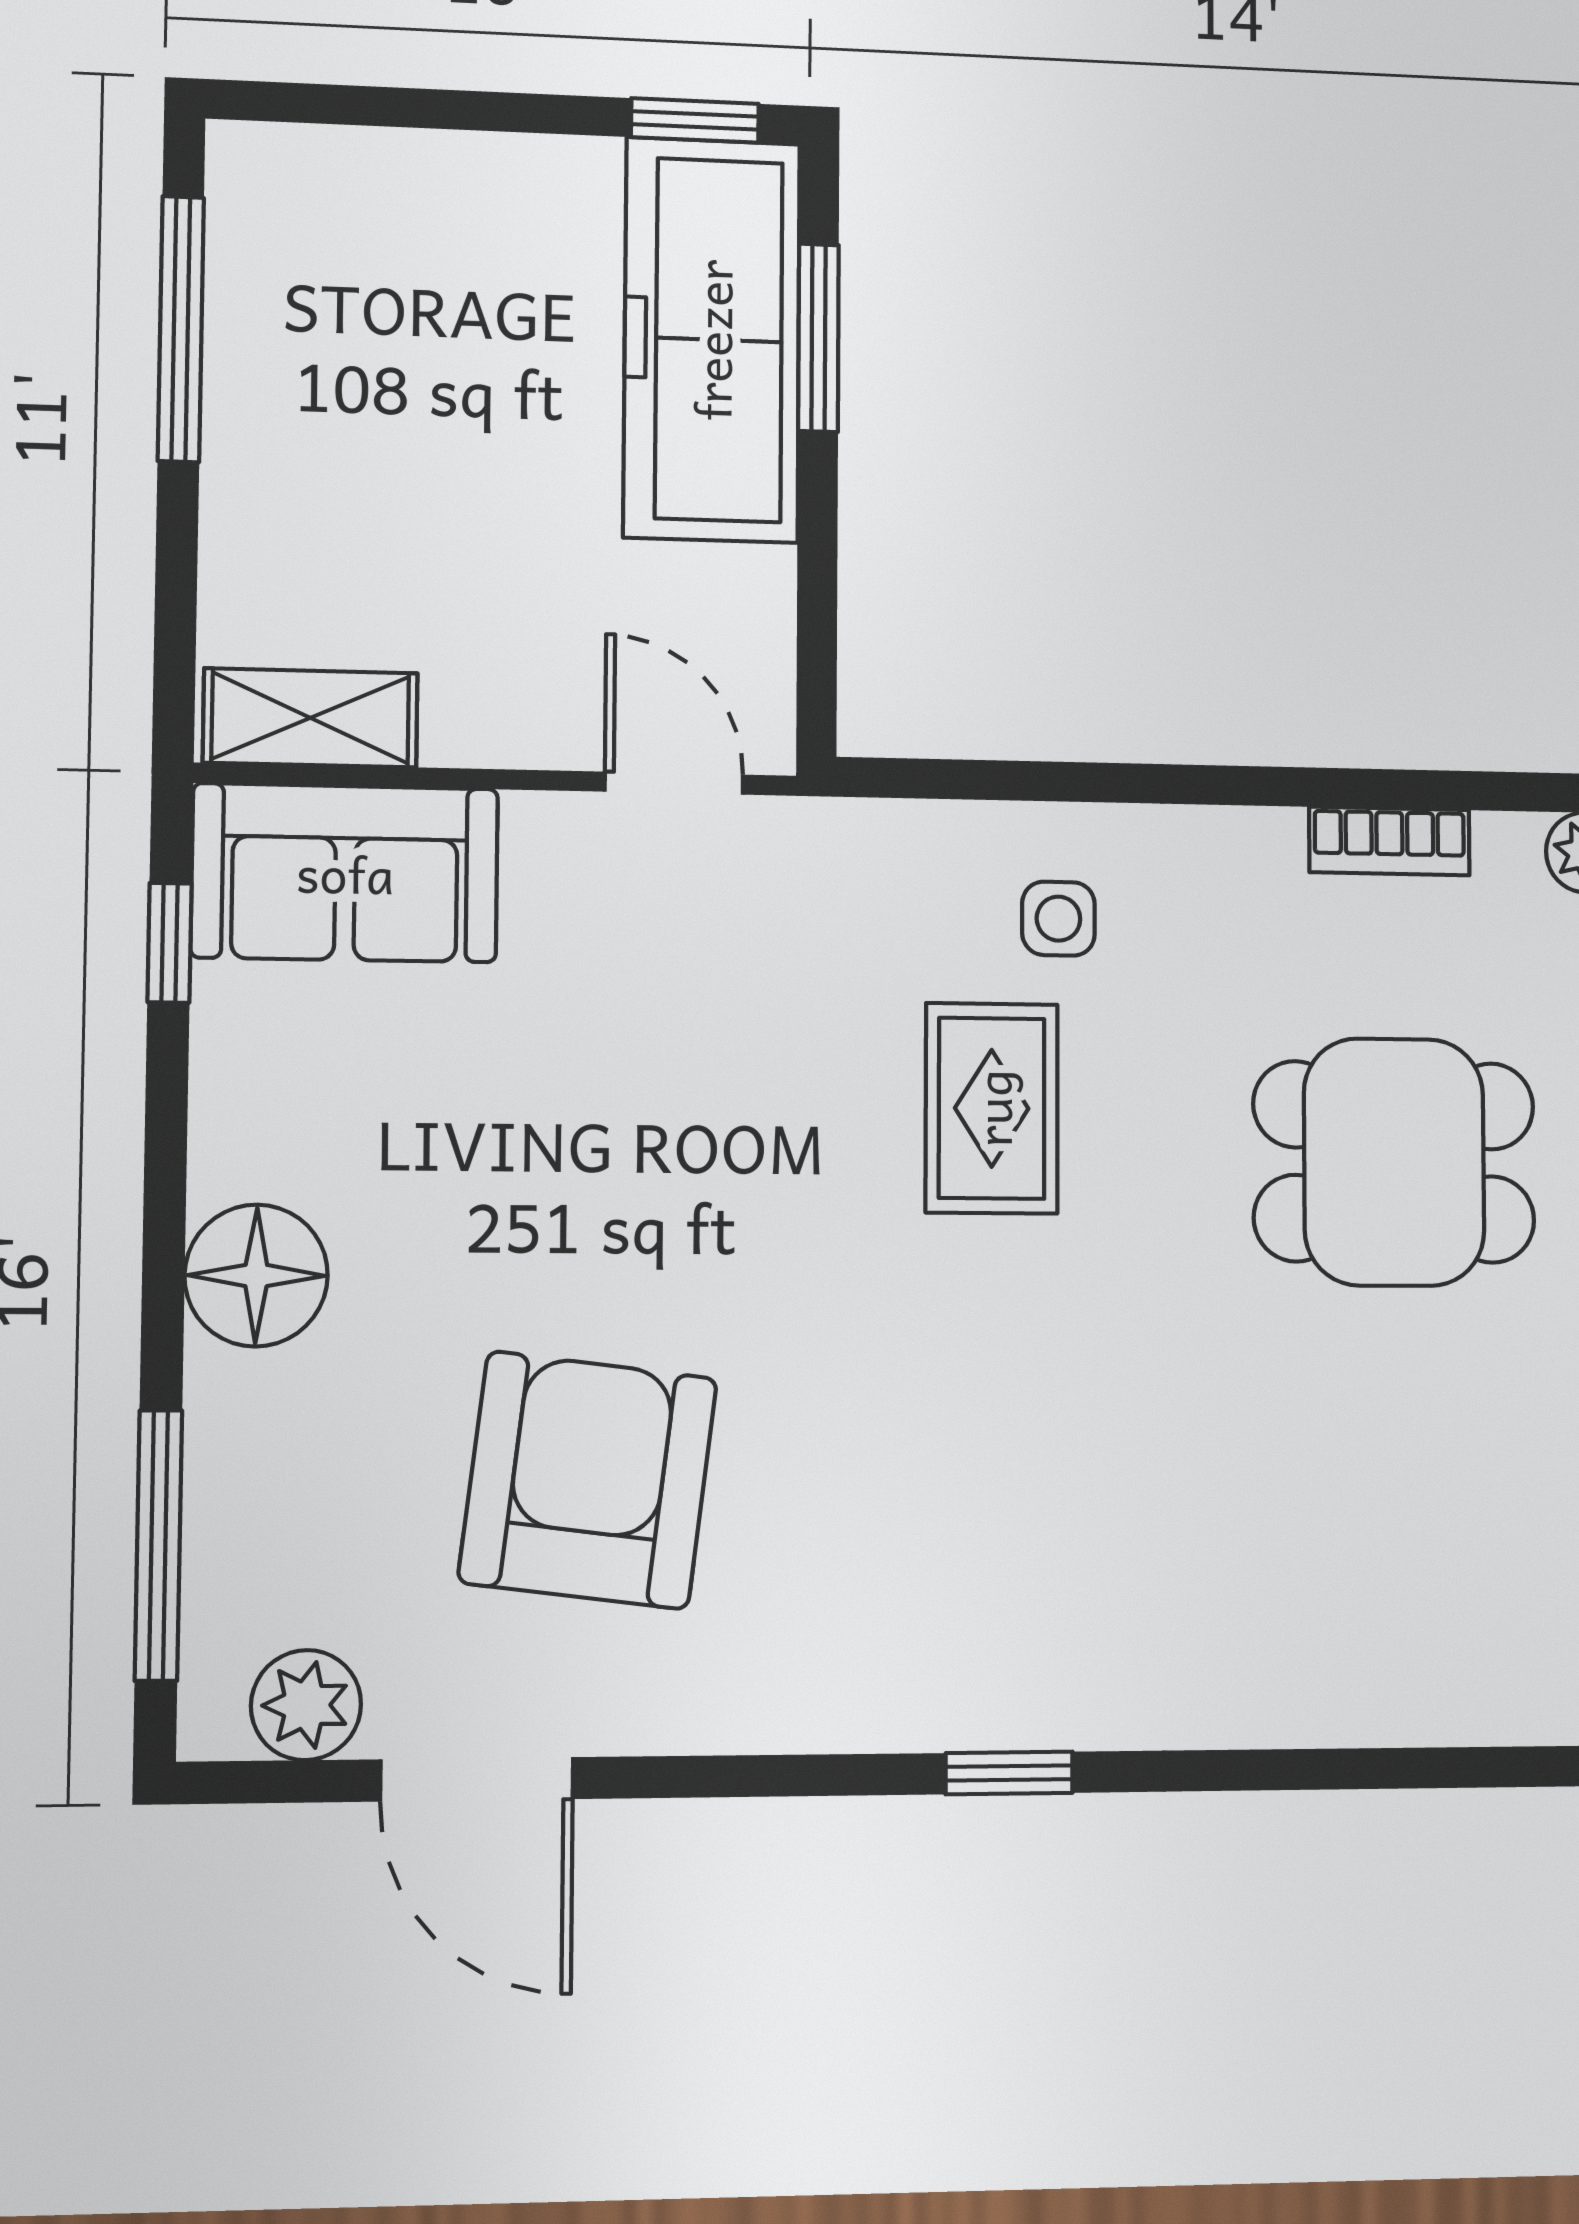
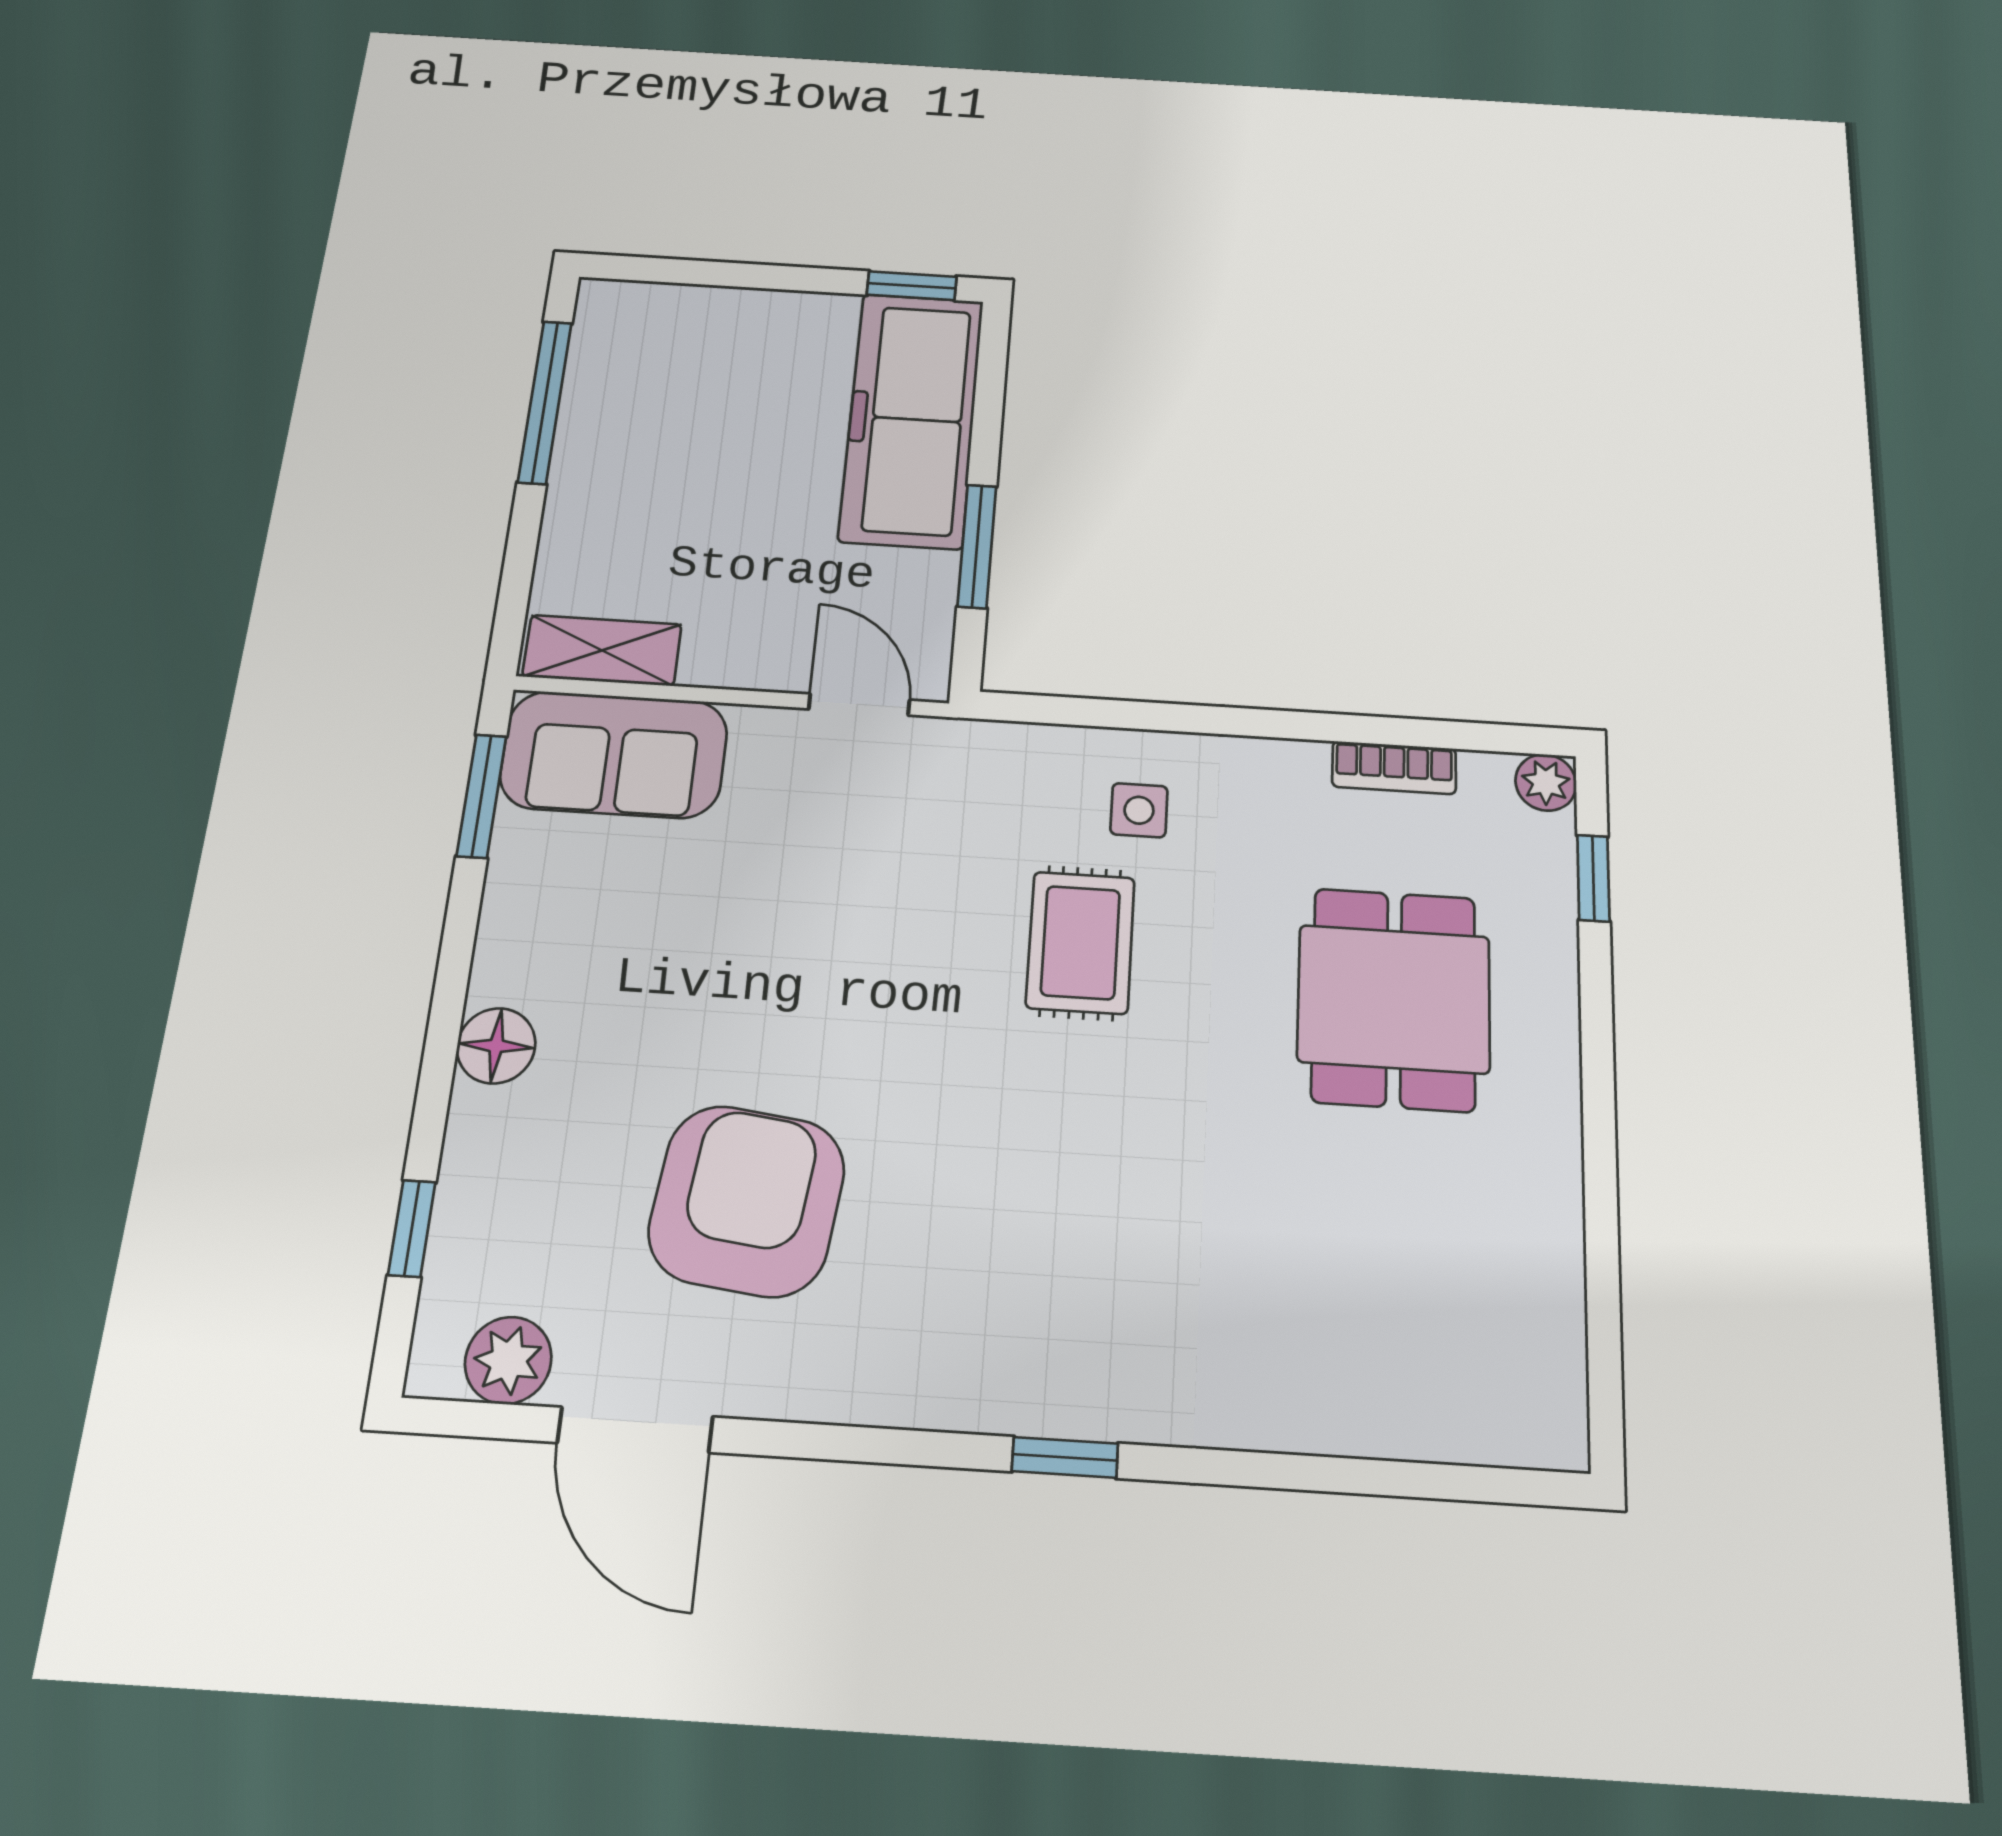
window: (819, 338) -> (977, 546), moved
window: (169, 943) -> (481, 796), width x1.50
dining table: (1394, 1162) -> (1394, 999), turned 90
floor lamp: (256, 1276) -> (496, 1046), width x0.73, depth x0.73
window: (158, 1545) -> (412, 1228), width x0.46

